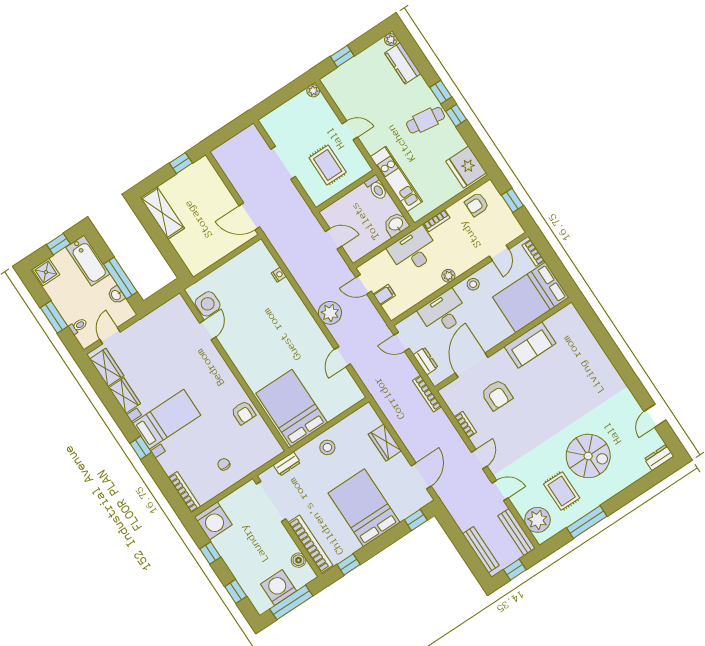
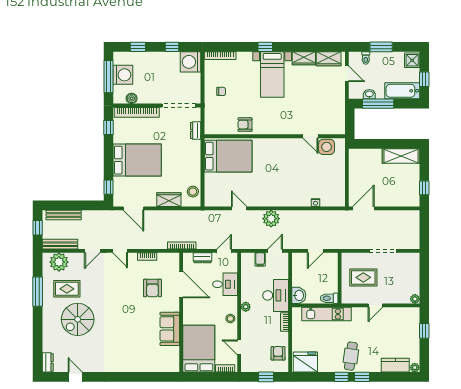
desk: (443, 313) -> (225, 284), width x0.73
armchair: (497, 395) -> (152, 288), turned -90
stool: (327, 447) -> (193, 192), moved

